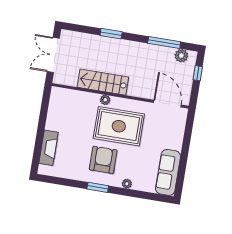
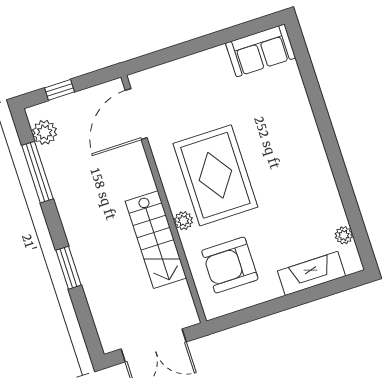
armchair: (103, 160) -> (230, 265), moved
sofa: (168, 172) -> (261, 50), width x0.73
plant: (127, 184) -> (344, 235), moved
window: (98, 187) -> (335, 158), removed

